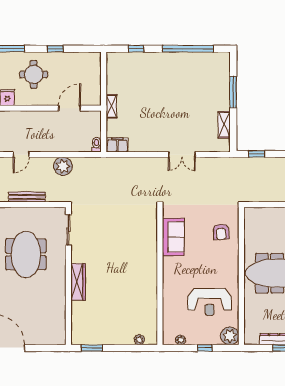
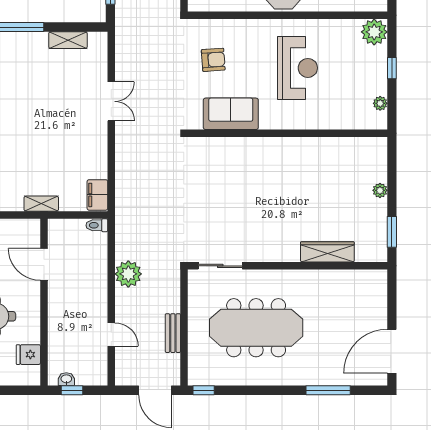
bench: (27, 197) -> (173, 333), width x0.73
armchair: (221, 232) -> (213, 60), moved
meeting table: (26, 254) -> (256, 328), width x1.36
wardrobe: (78, 282) -> (327, 252), moved
reception desk: (210, 302) -> (298, 68), moved
plant: (139, 340) -> (380, 190), moved

